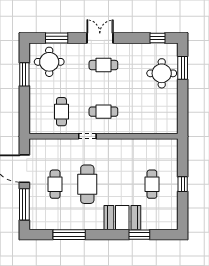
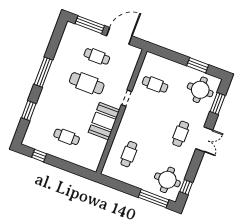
window: (183, 68) -> (154, 199), width x1.44
round table: (162, 73) -> (167, 180), moved
cafe table: (103, 112) -> (129, 154), moved
window: (183, 184) -> (39, 156), moved
booth: (122, 218) -> (104, 121), moved
window: (69, 235) -> (43, 72), moved

